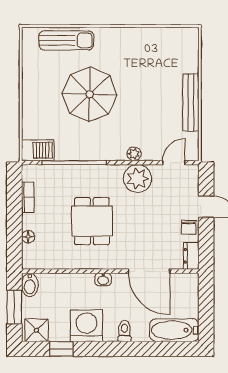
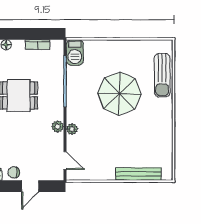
bench: (191, 103) -> (138, 174), moved
plant: (138, 179) -> (58, 127), width x0.53, depth x0.53

